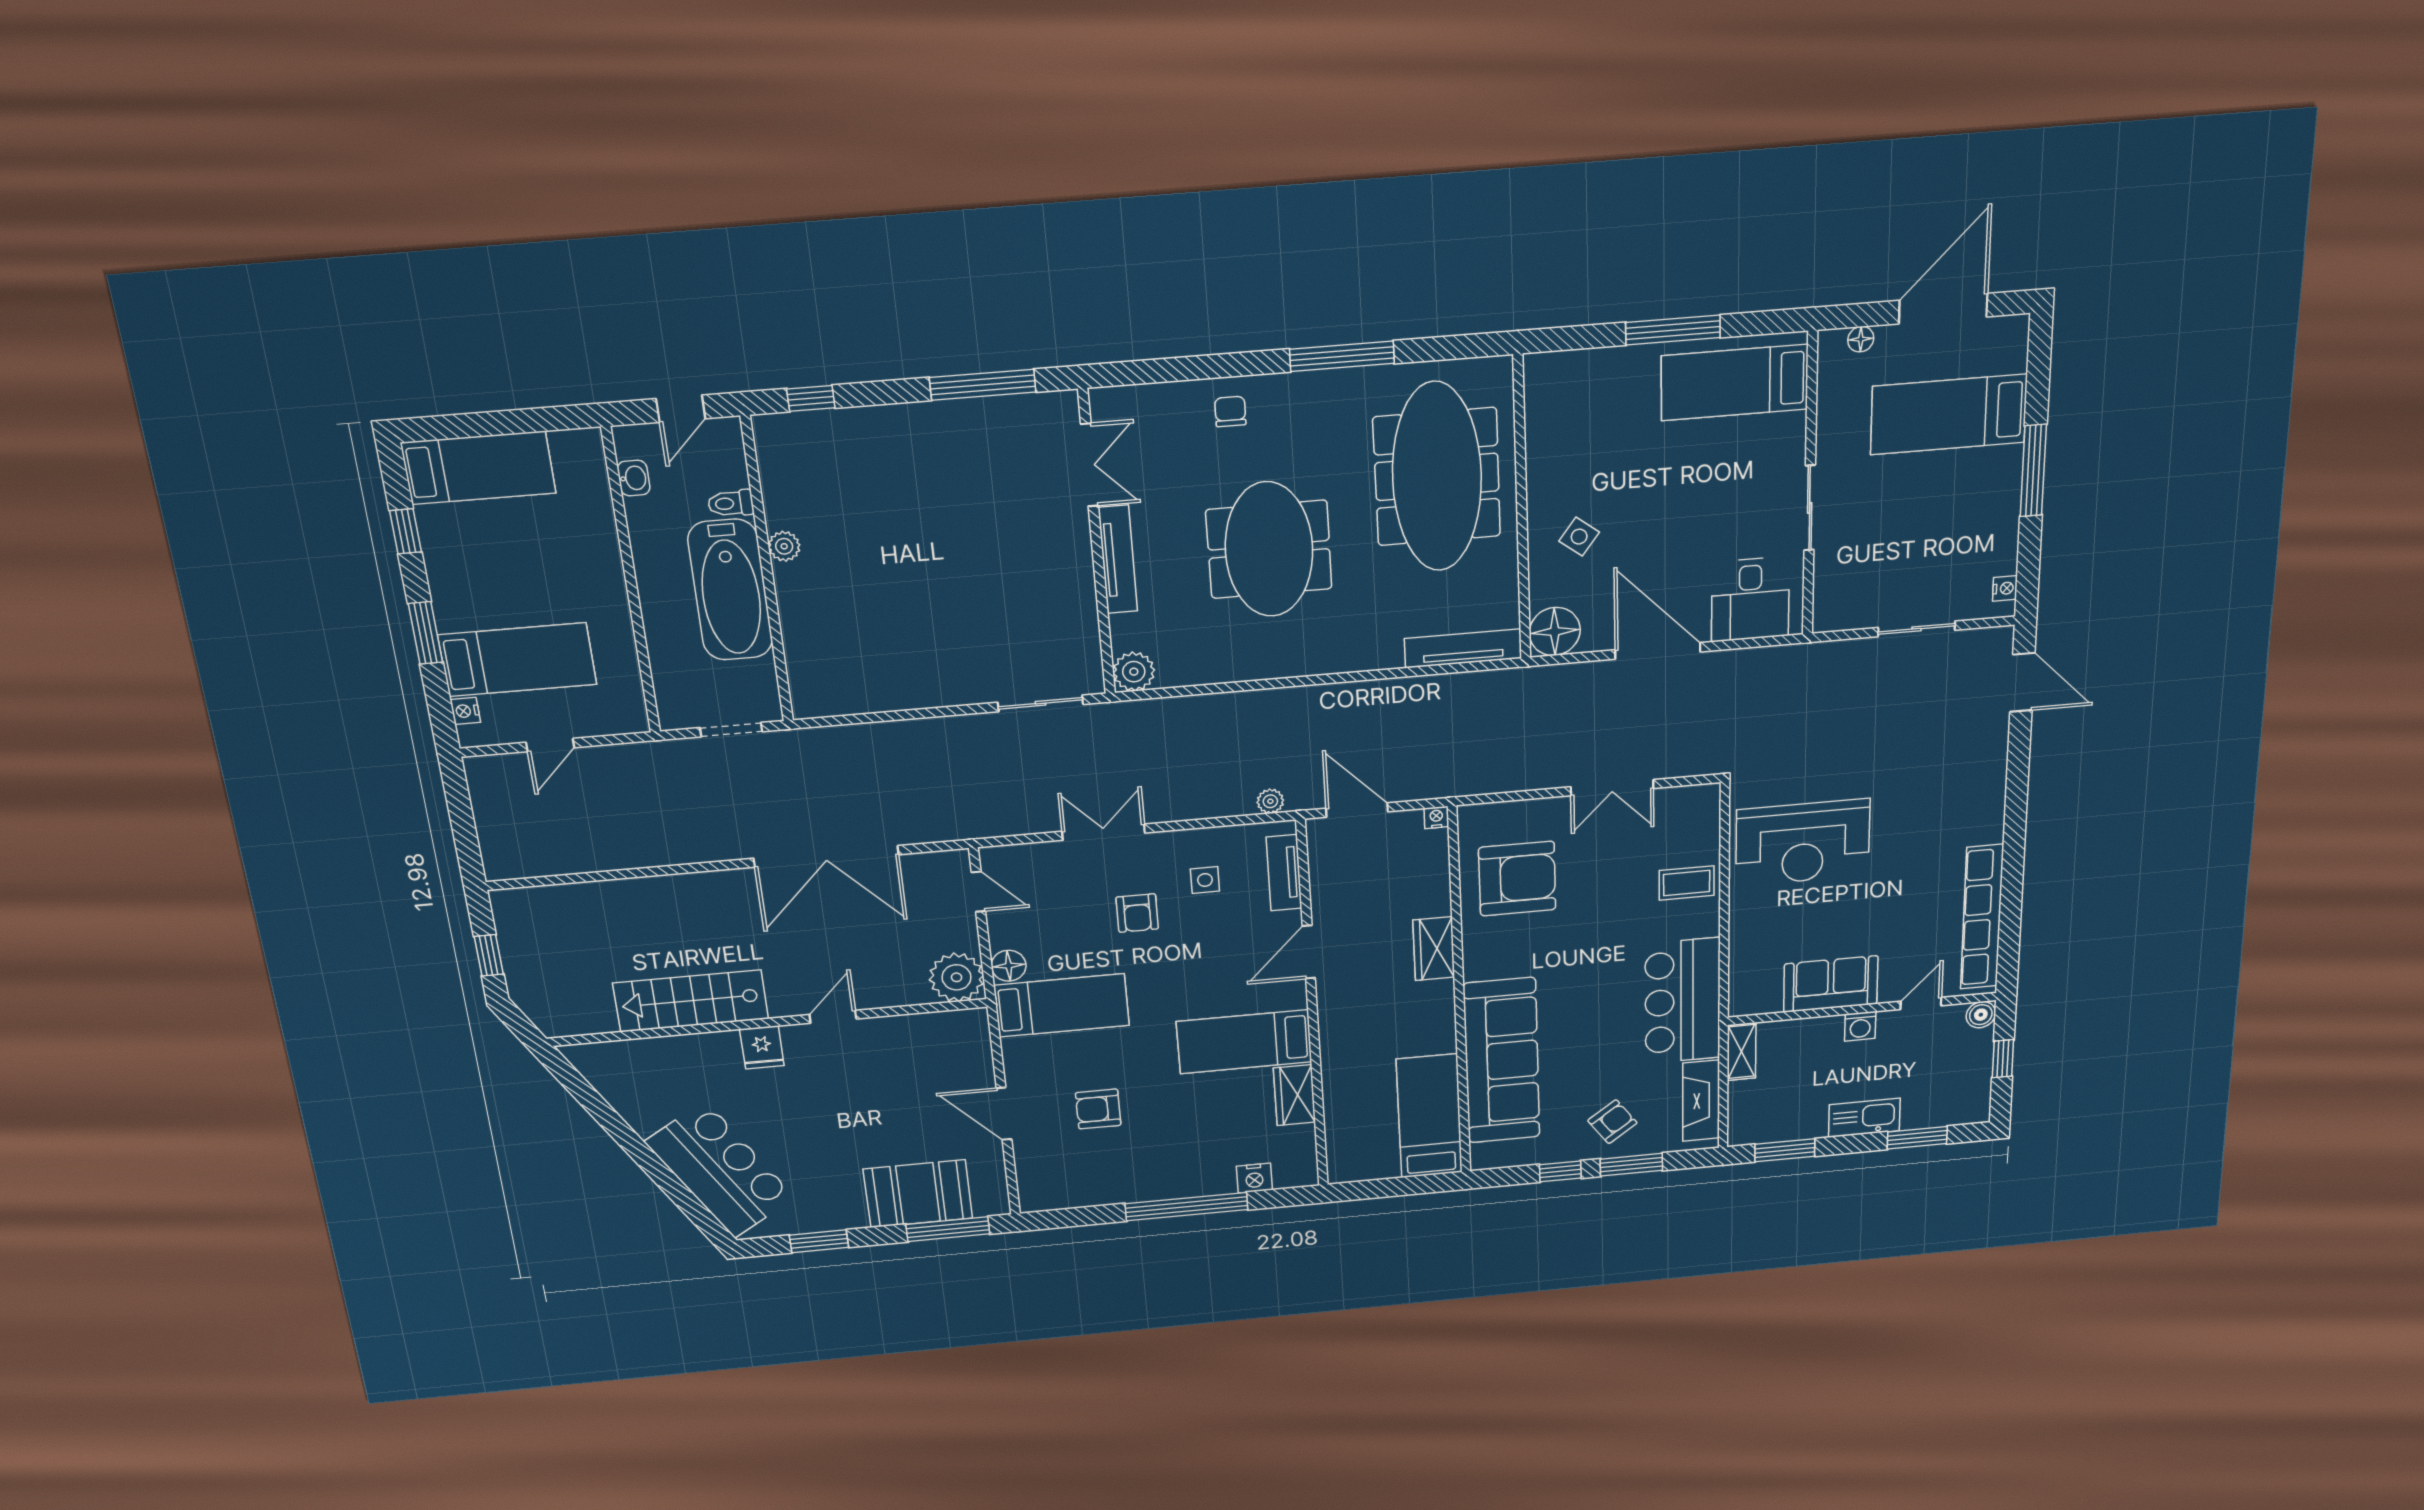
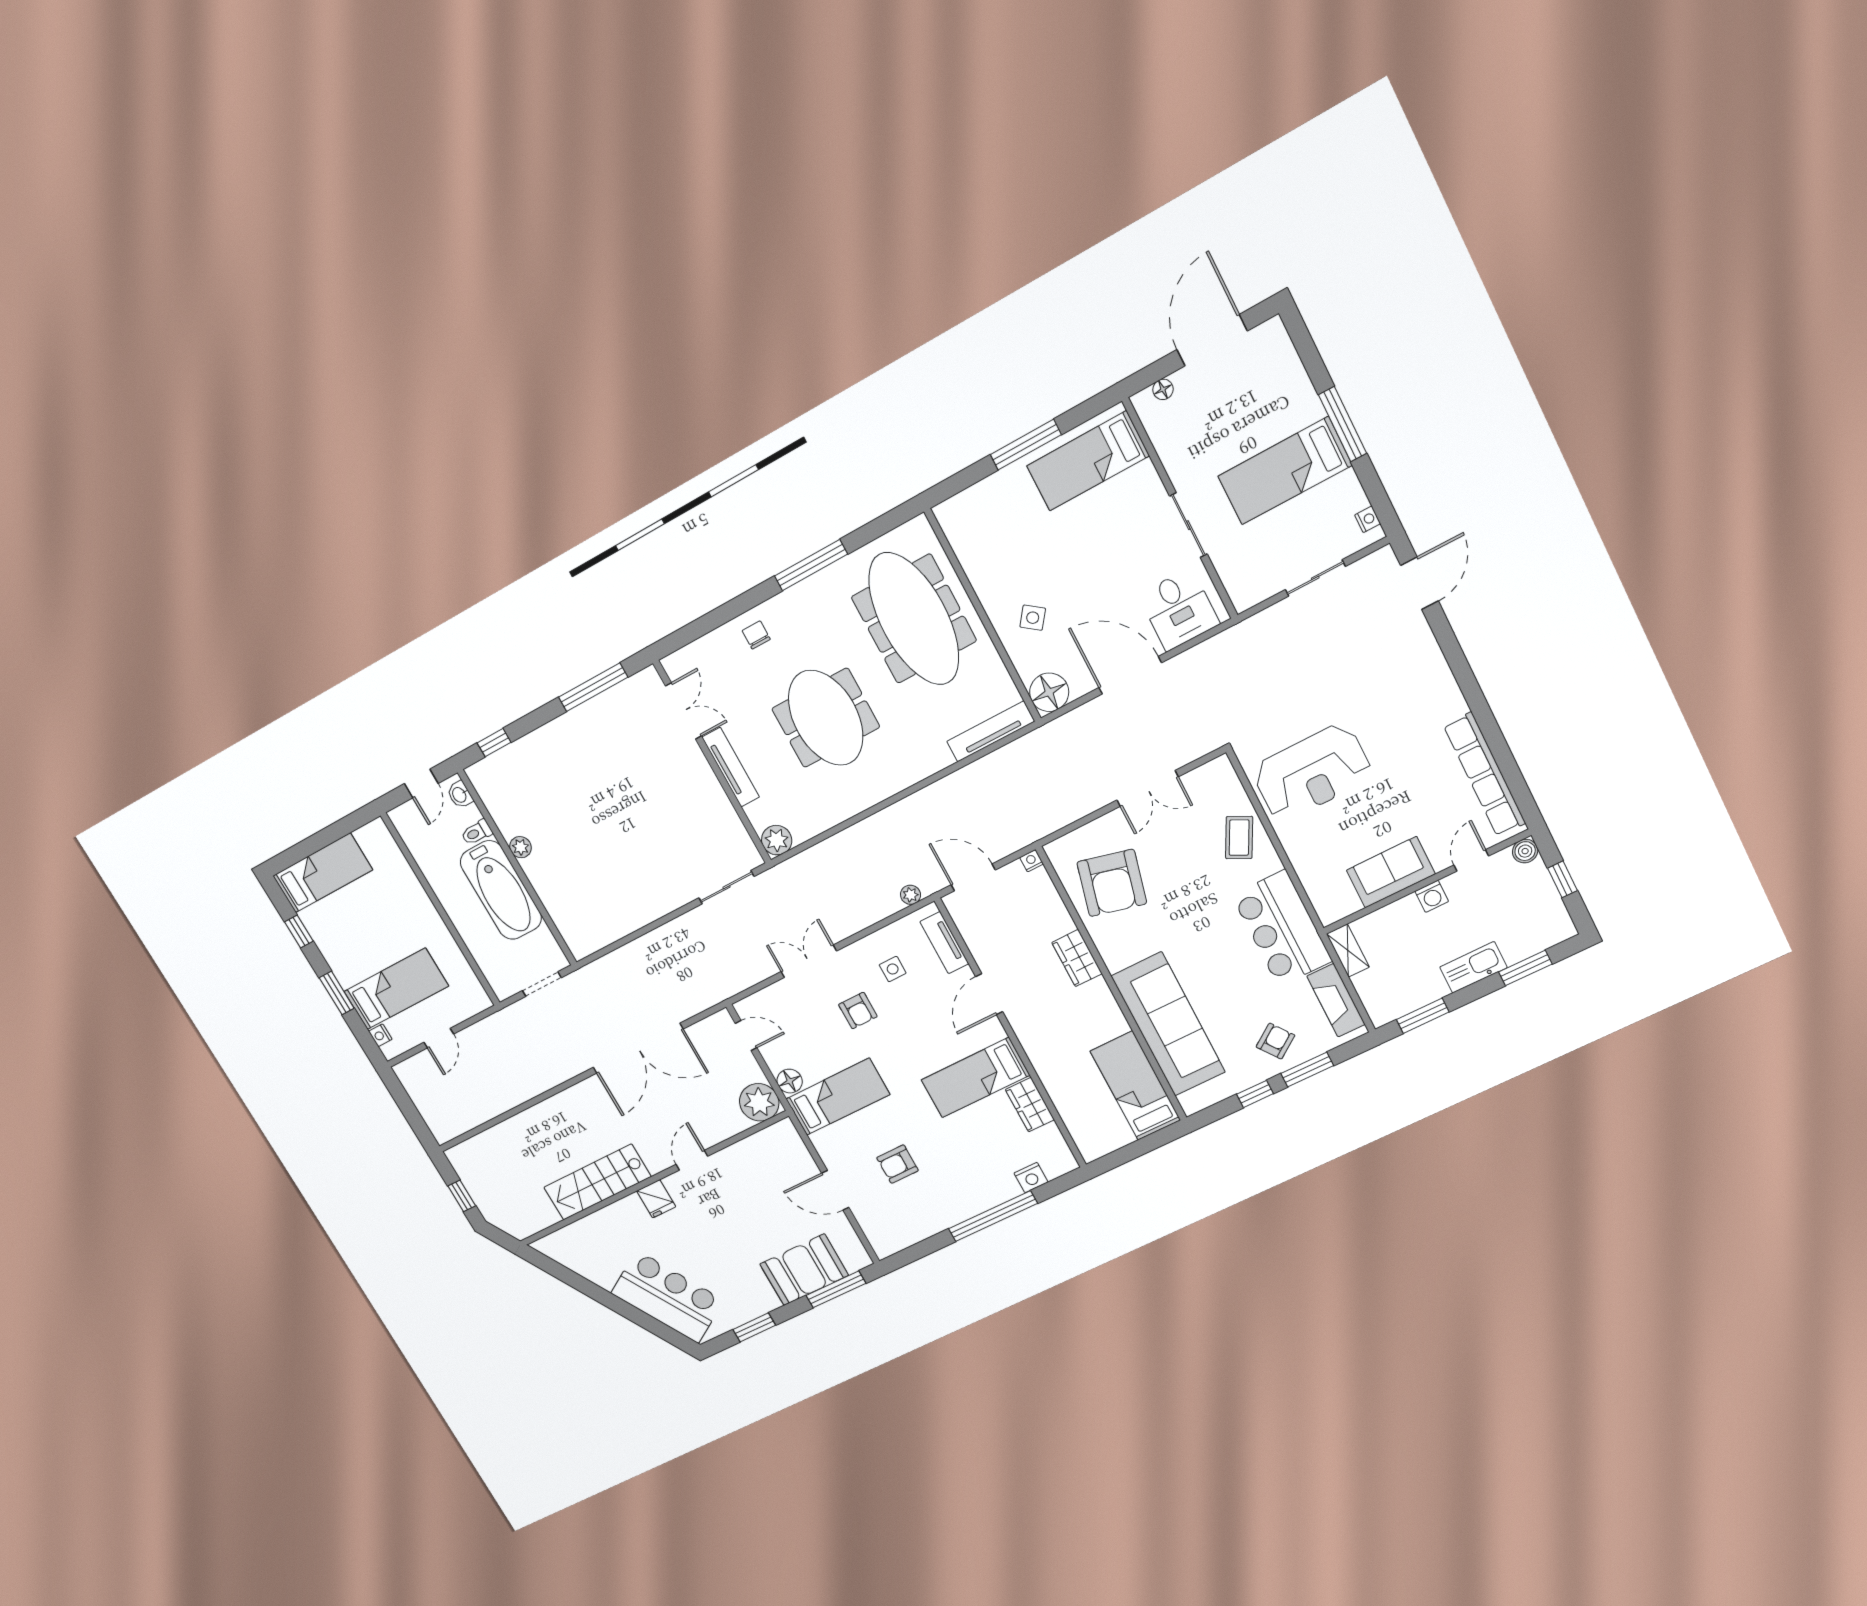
bed: (1949, 414) -> (1285, 471), moved
washbasin: (634, 478) -> (460, 795), moved, turned 180
door: (2022, 682) -> (1419, 583), hinge flipped
armchair: (1517, 879) -> (1112, 883), turned 104
coffee table: (1687, 883) -> (1239, 838), turned -63

